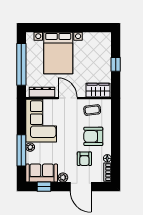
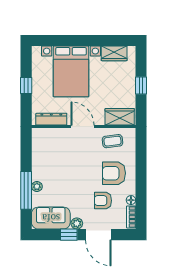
wardrobe: (94, 38) -> (114, 53), added
window: (21, 64) -> (26, 85), width x0.32
corner sofa: (41, 121) -> (50, 154), removed
armchair: (84, 159) -> (103, 201), turned 90
window: (44, 187) -> (69, 235), moved

